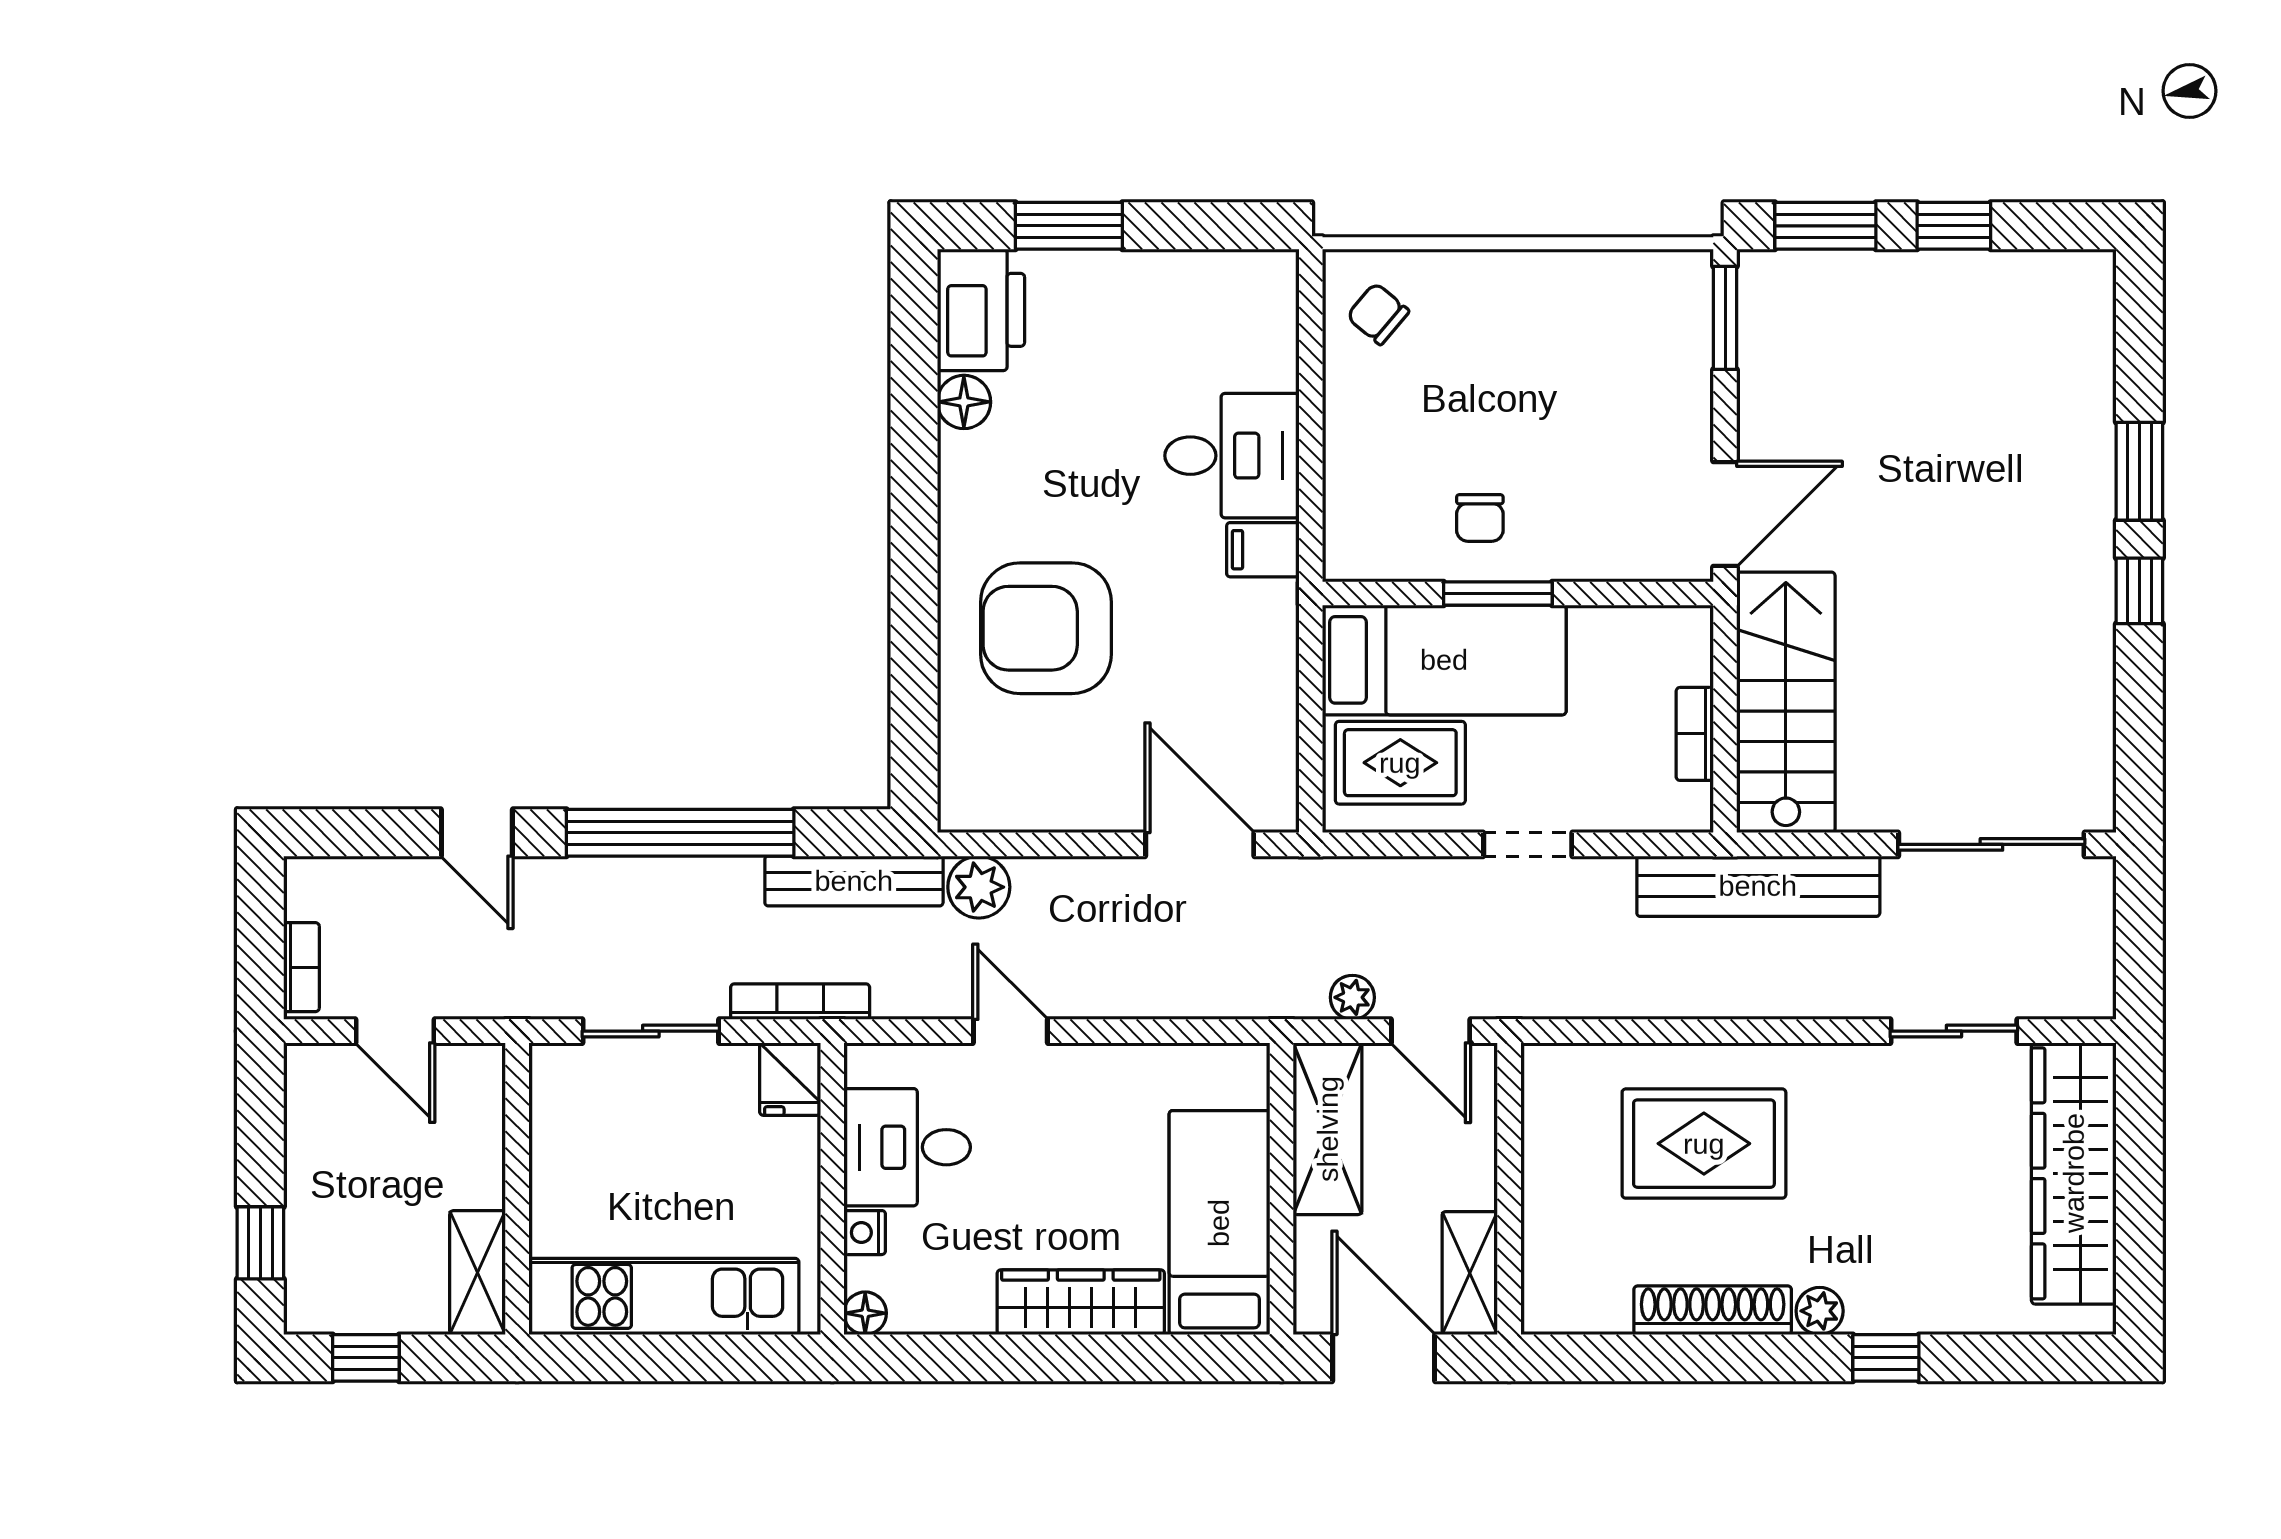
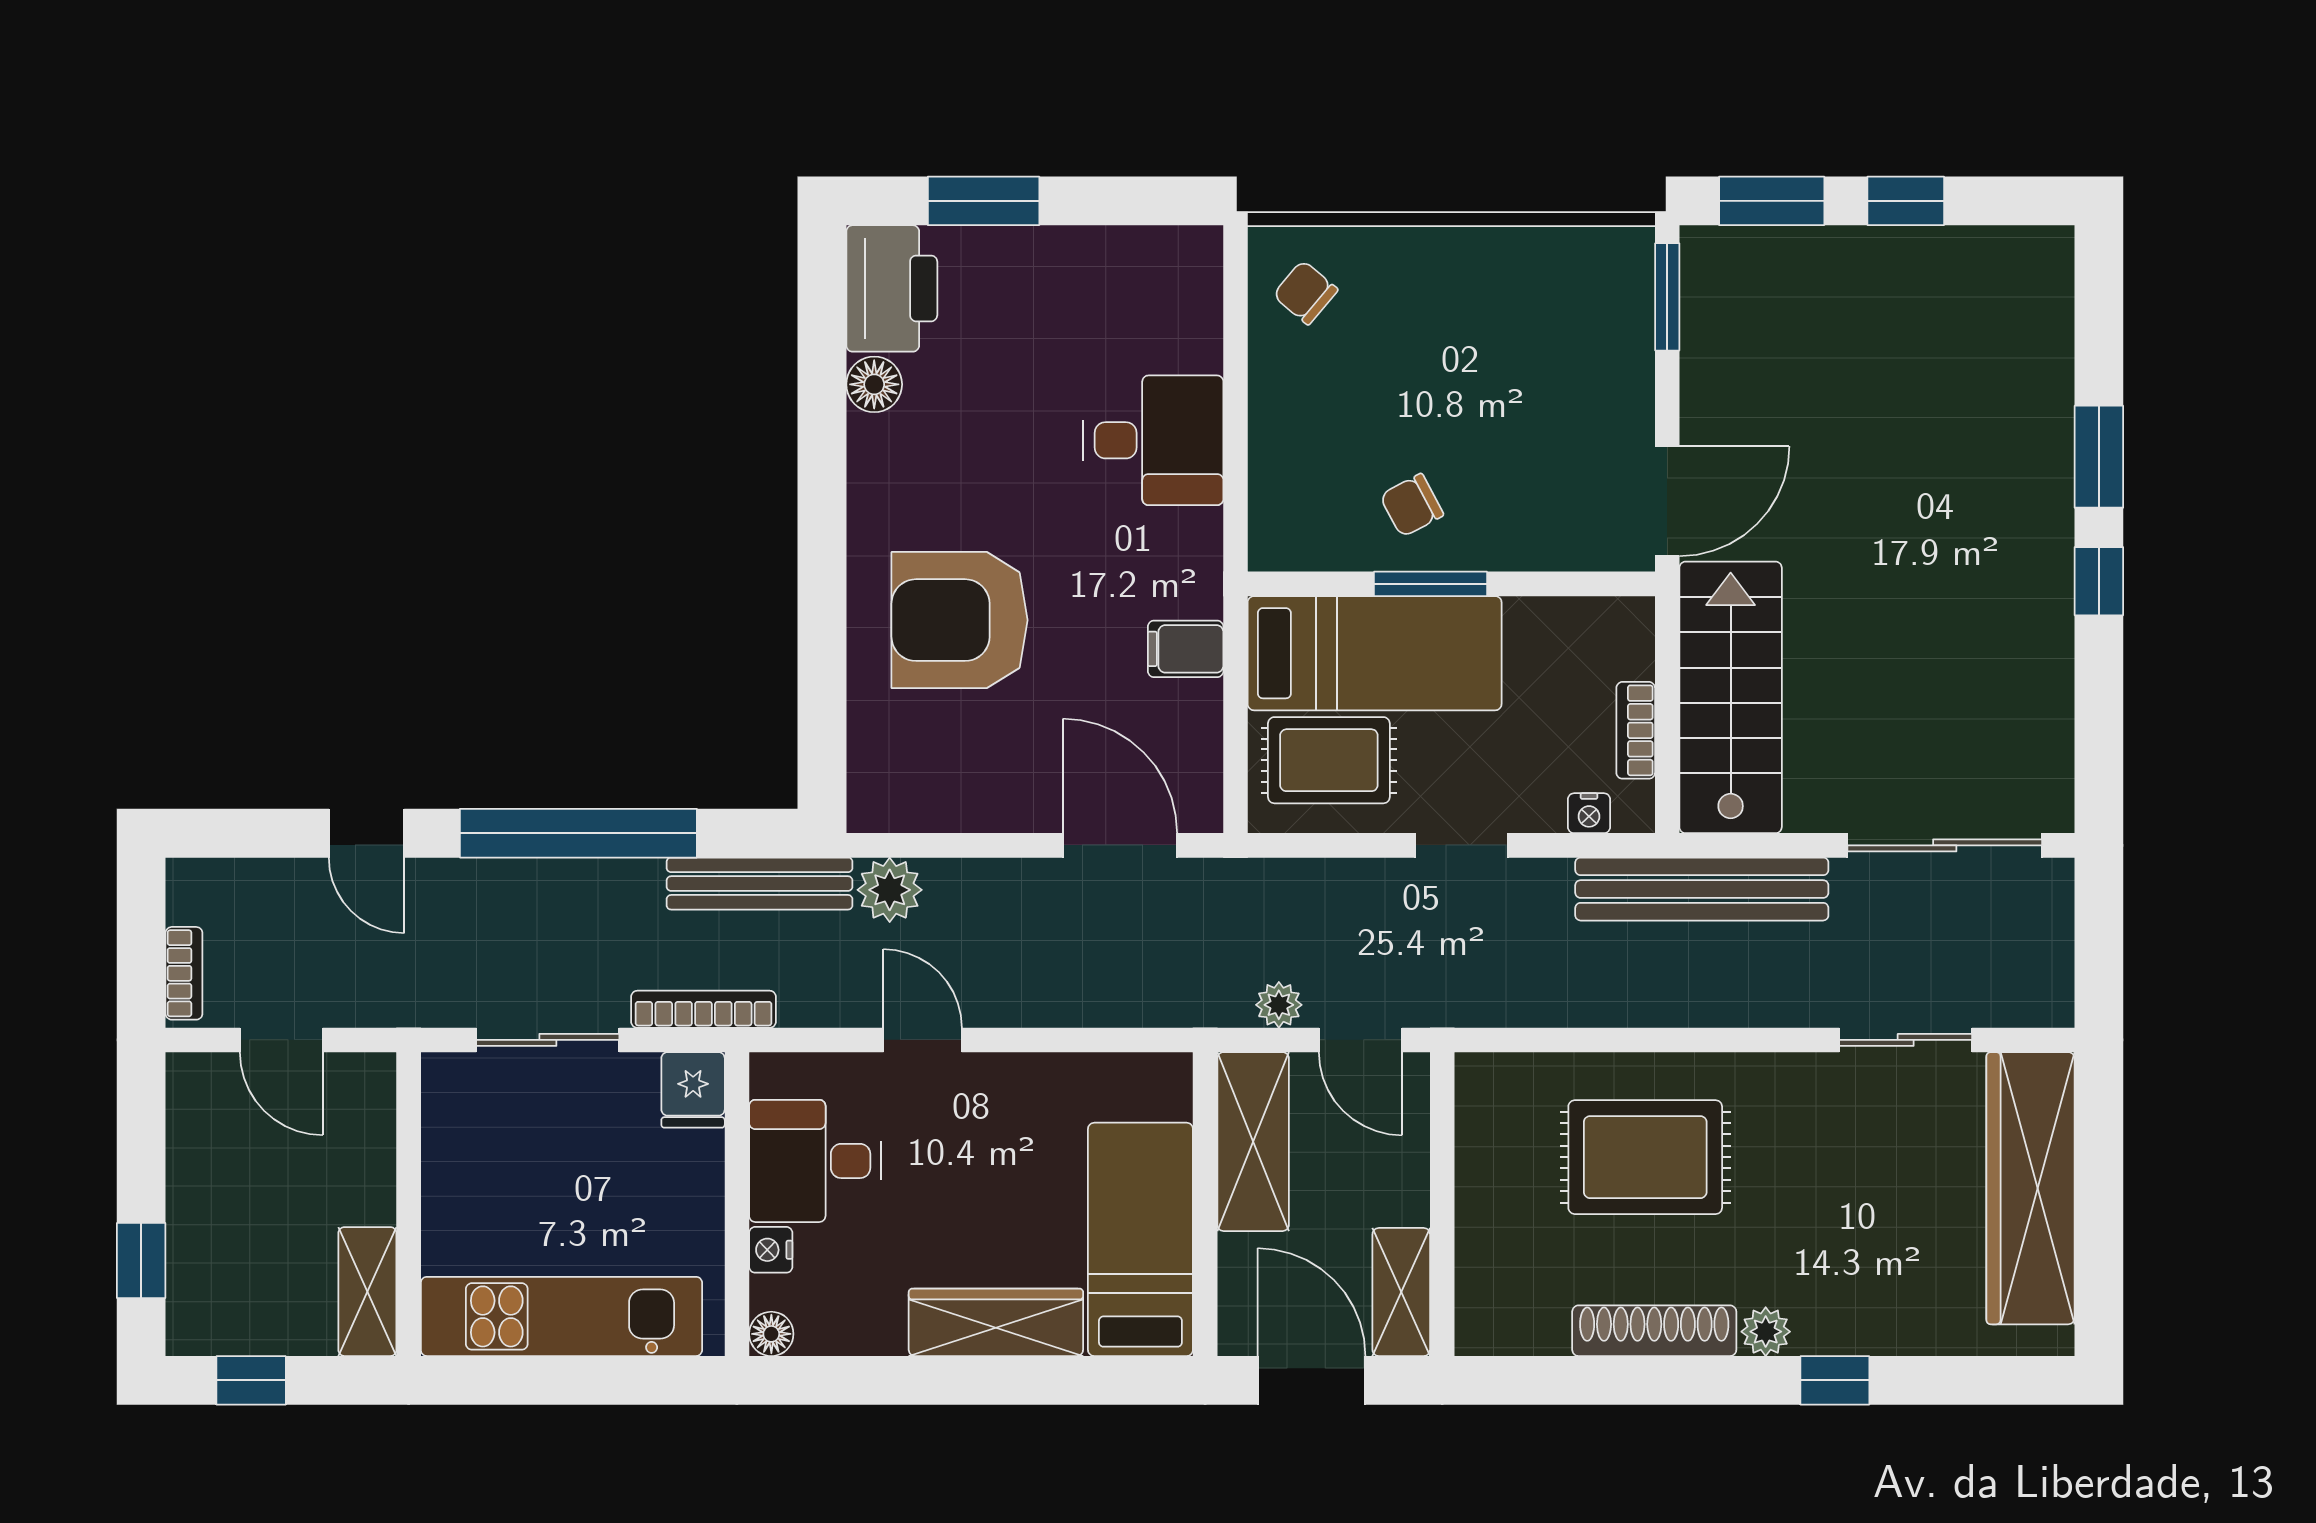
chair: (1480, 518) -> (1412, 505), turned 62
filing cabinet: (1263, 550) -> (1186, 649), moved
nightstand: (1650, 814) -> (1589, 813), added

